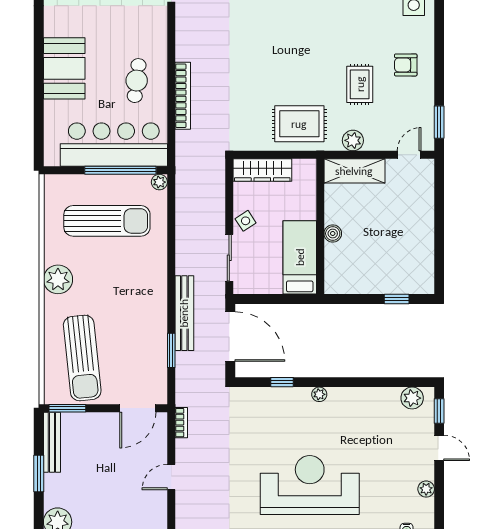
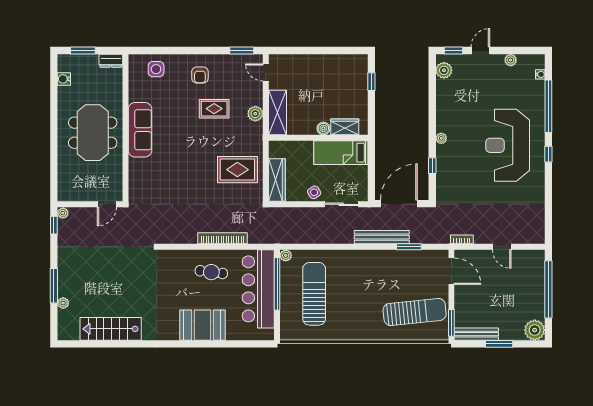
rug: (299, 124) -> (237, 170), moved, turned 90
wardrobe: (335, 263) -> (345, 127), added
plant: (58, 279) -> (357, 330), removed

